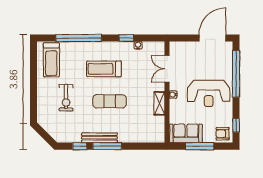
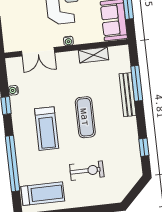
shelving: (159, 103) -> (93, 55), moved
bench: (99, 138) -> (128, 95), moved
window: (107, 146) -> (137, 83), moved

